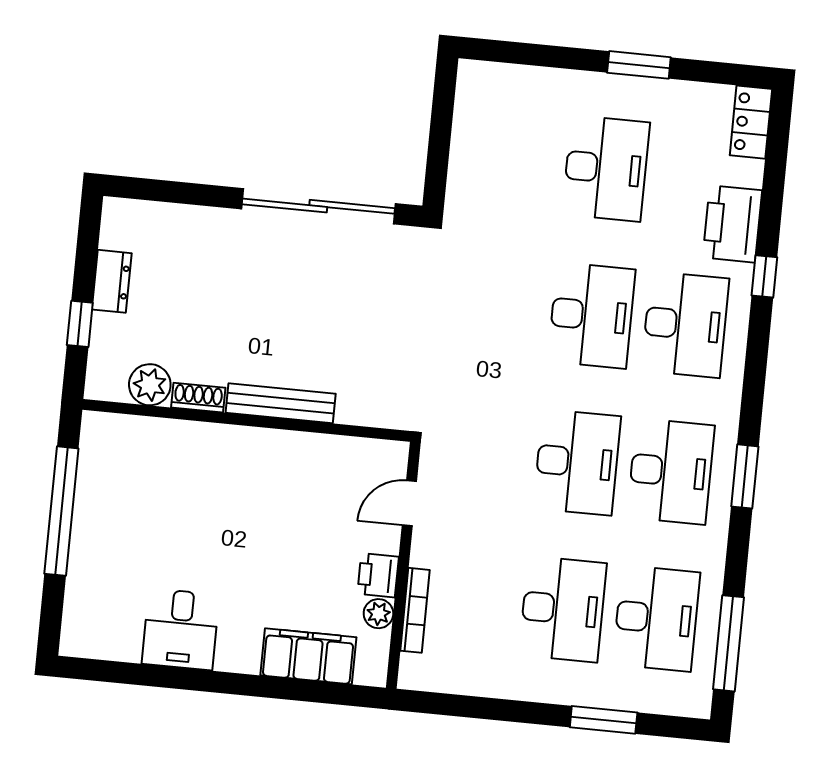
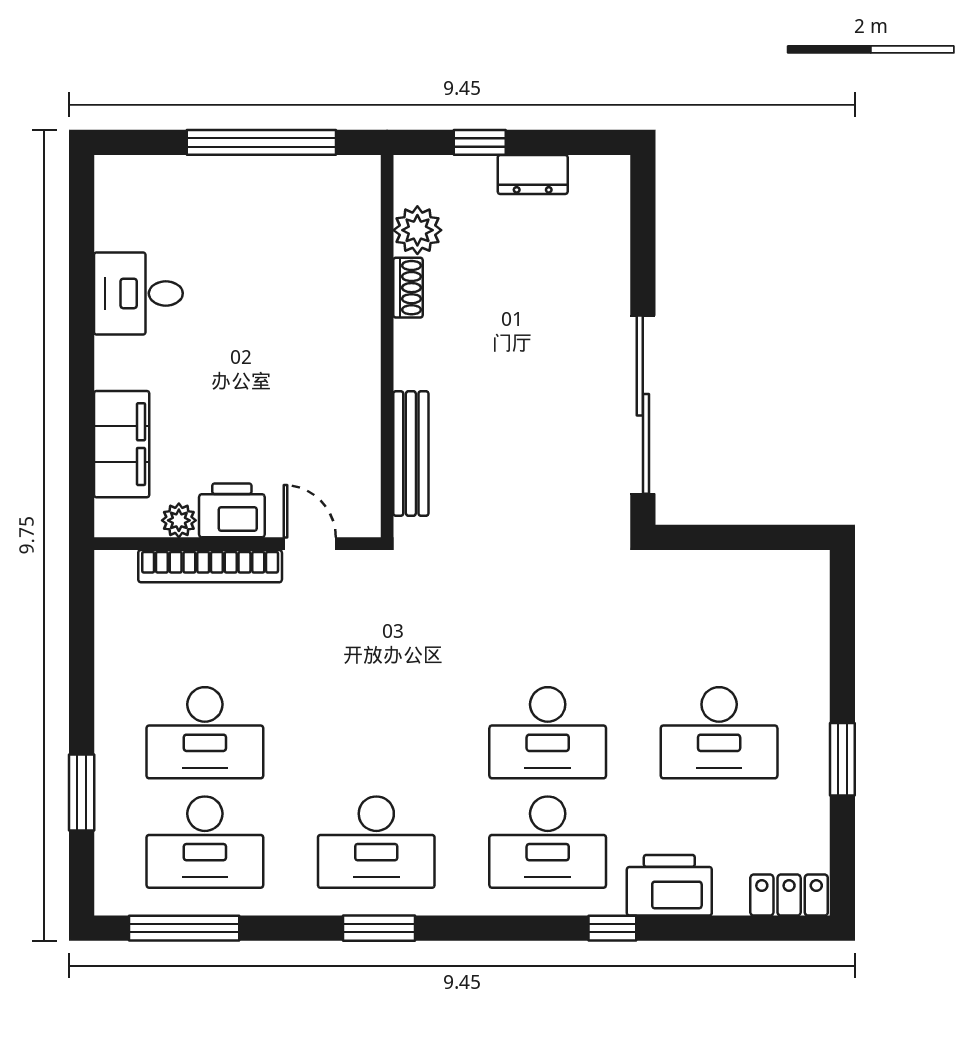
bench: (281, 403) -> (411, 453), moved
desk: (577, 462) -> (376, 733), removed
printer: (378, 575) -> (232, 510), width x1.36, depth x1.24
bookcase: (415, 610) -> (210, 566), width x1.48, depth x1.31

